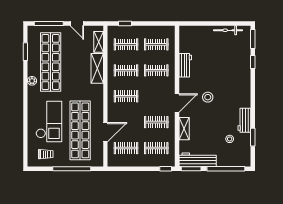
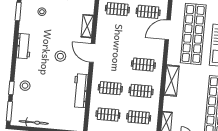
workbench: (185, 65) -> (80, 91), width x1.37
stool: (240, 65) -> (25, 86), added
shelving: (97, 68) -> (172, 81), moved
door: (177, 103) -> (92, 53), hinge flipped
workbench: (244, 120) -> (24, 46), moved
clothes rail: (156, 122) -> (115, 35), removed

